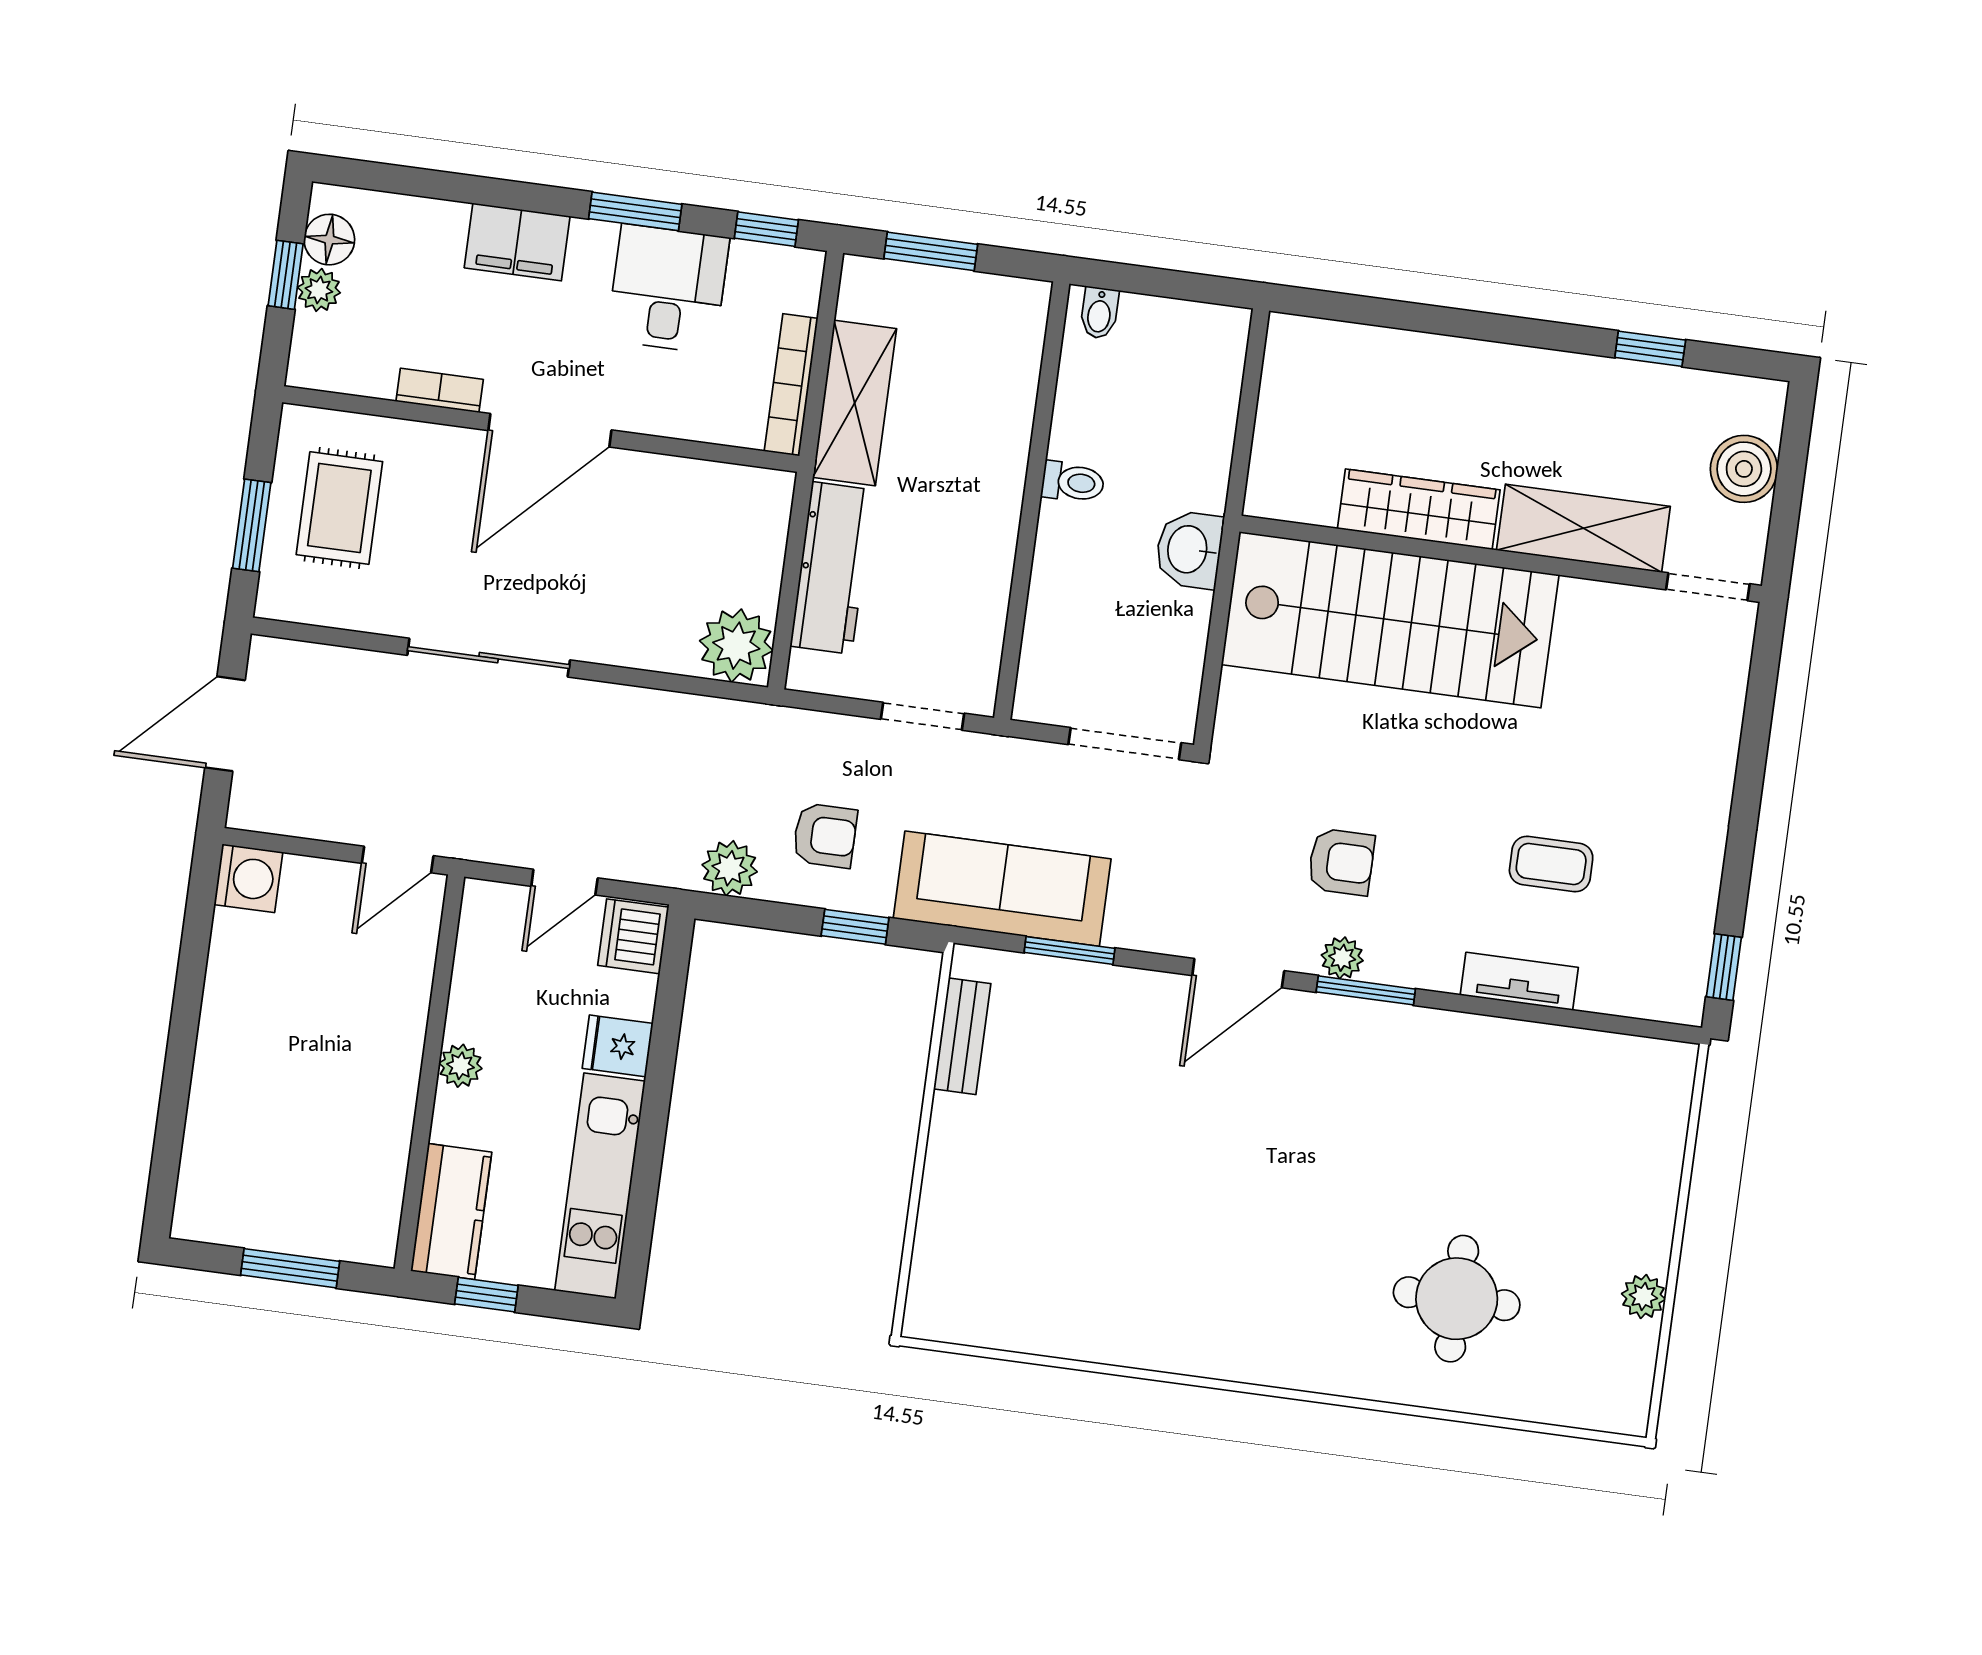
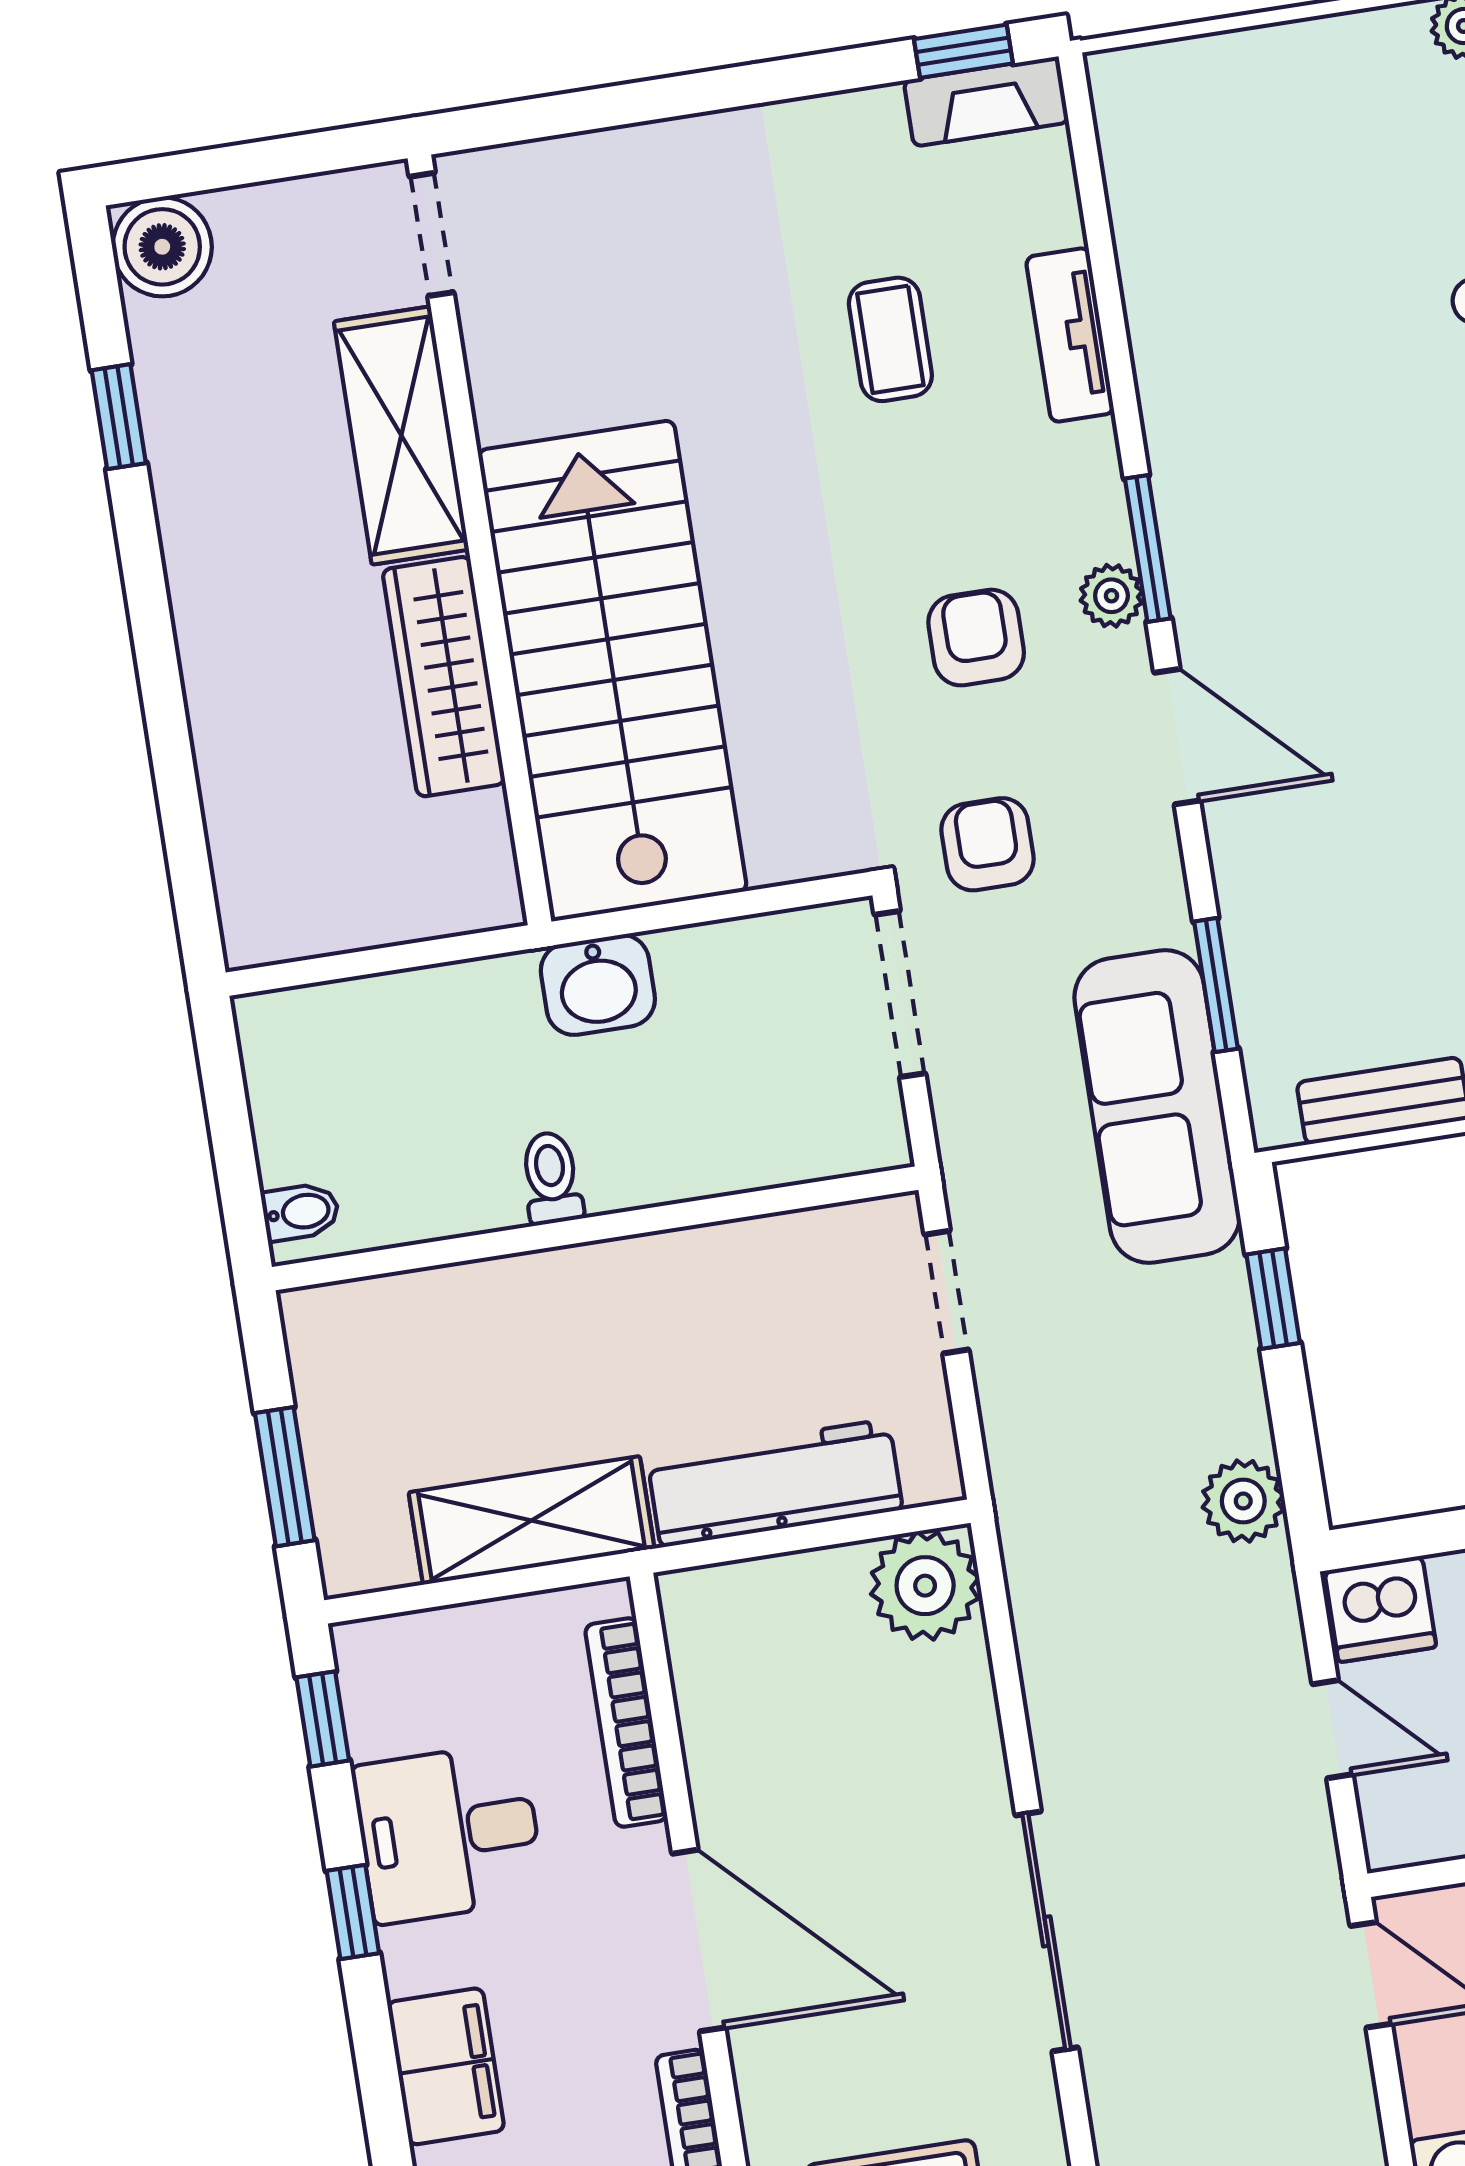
window: (635, 211) -> (353, 1912), width x0.67
bookcase: (791, 385) -> (626, 1723), moved, turned 90
boiler: (1744, 469) -> (162, 247), moved
armchair: (825, 836) -> (988, 844), moved
fireplace: (1687, 972) -> (986, 102), added

